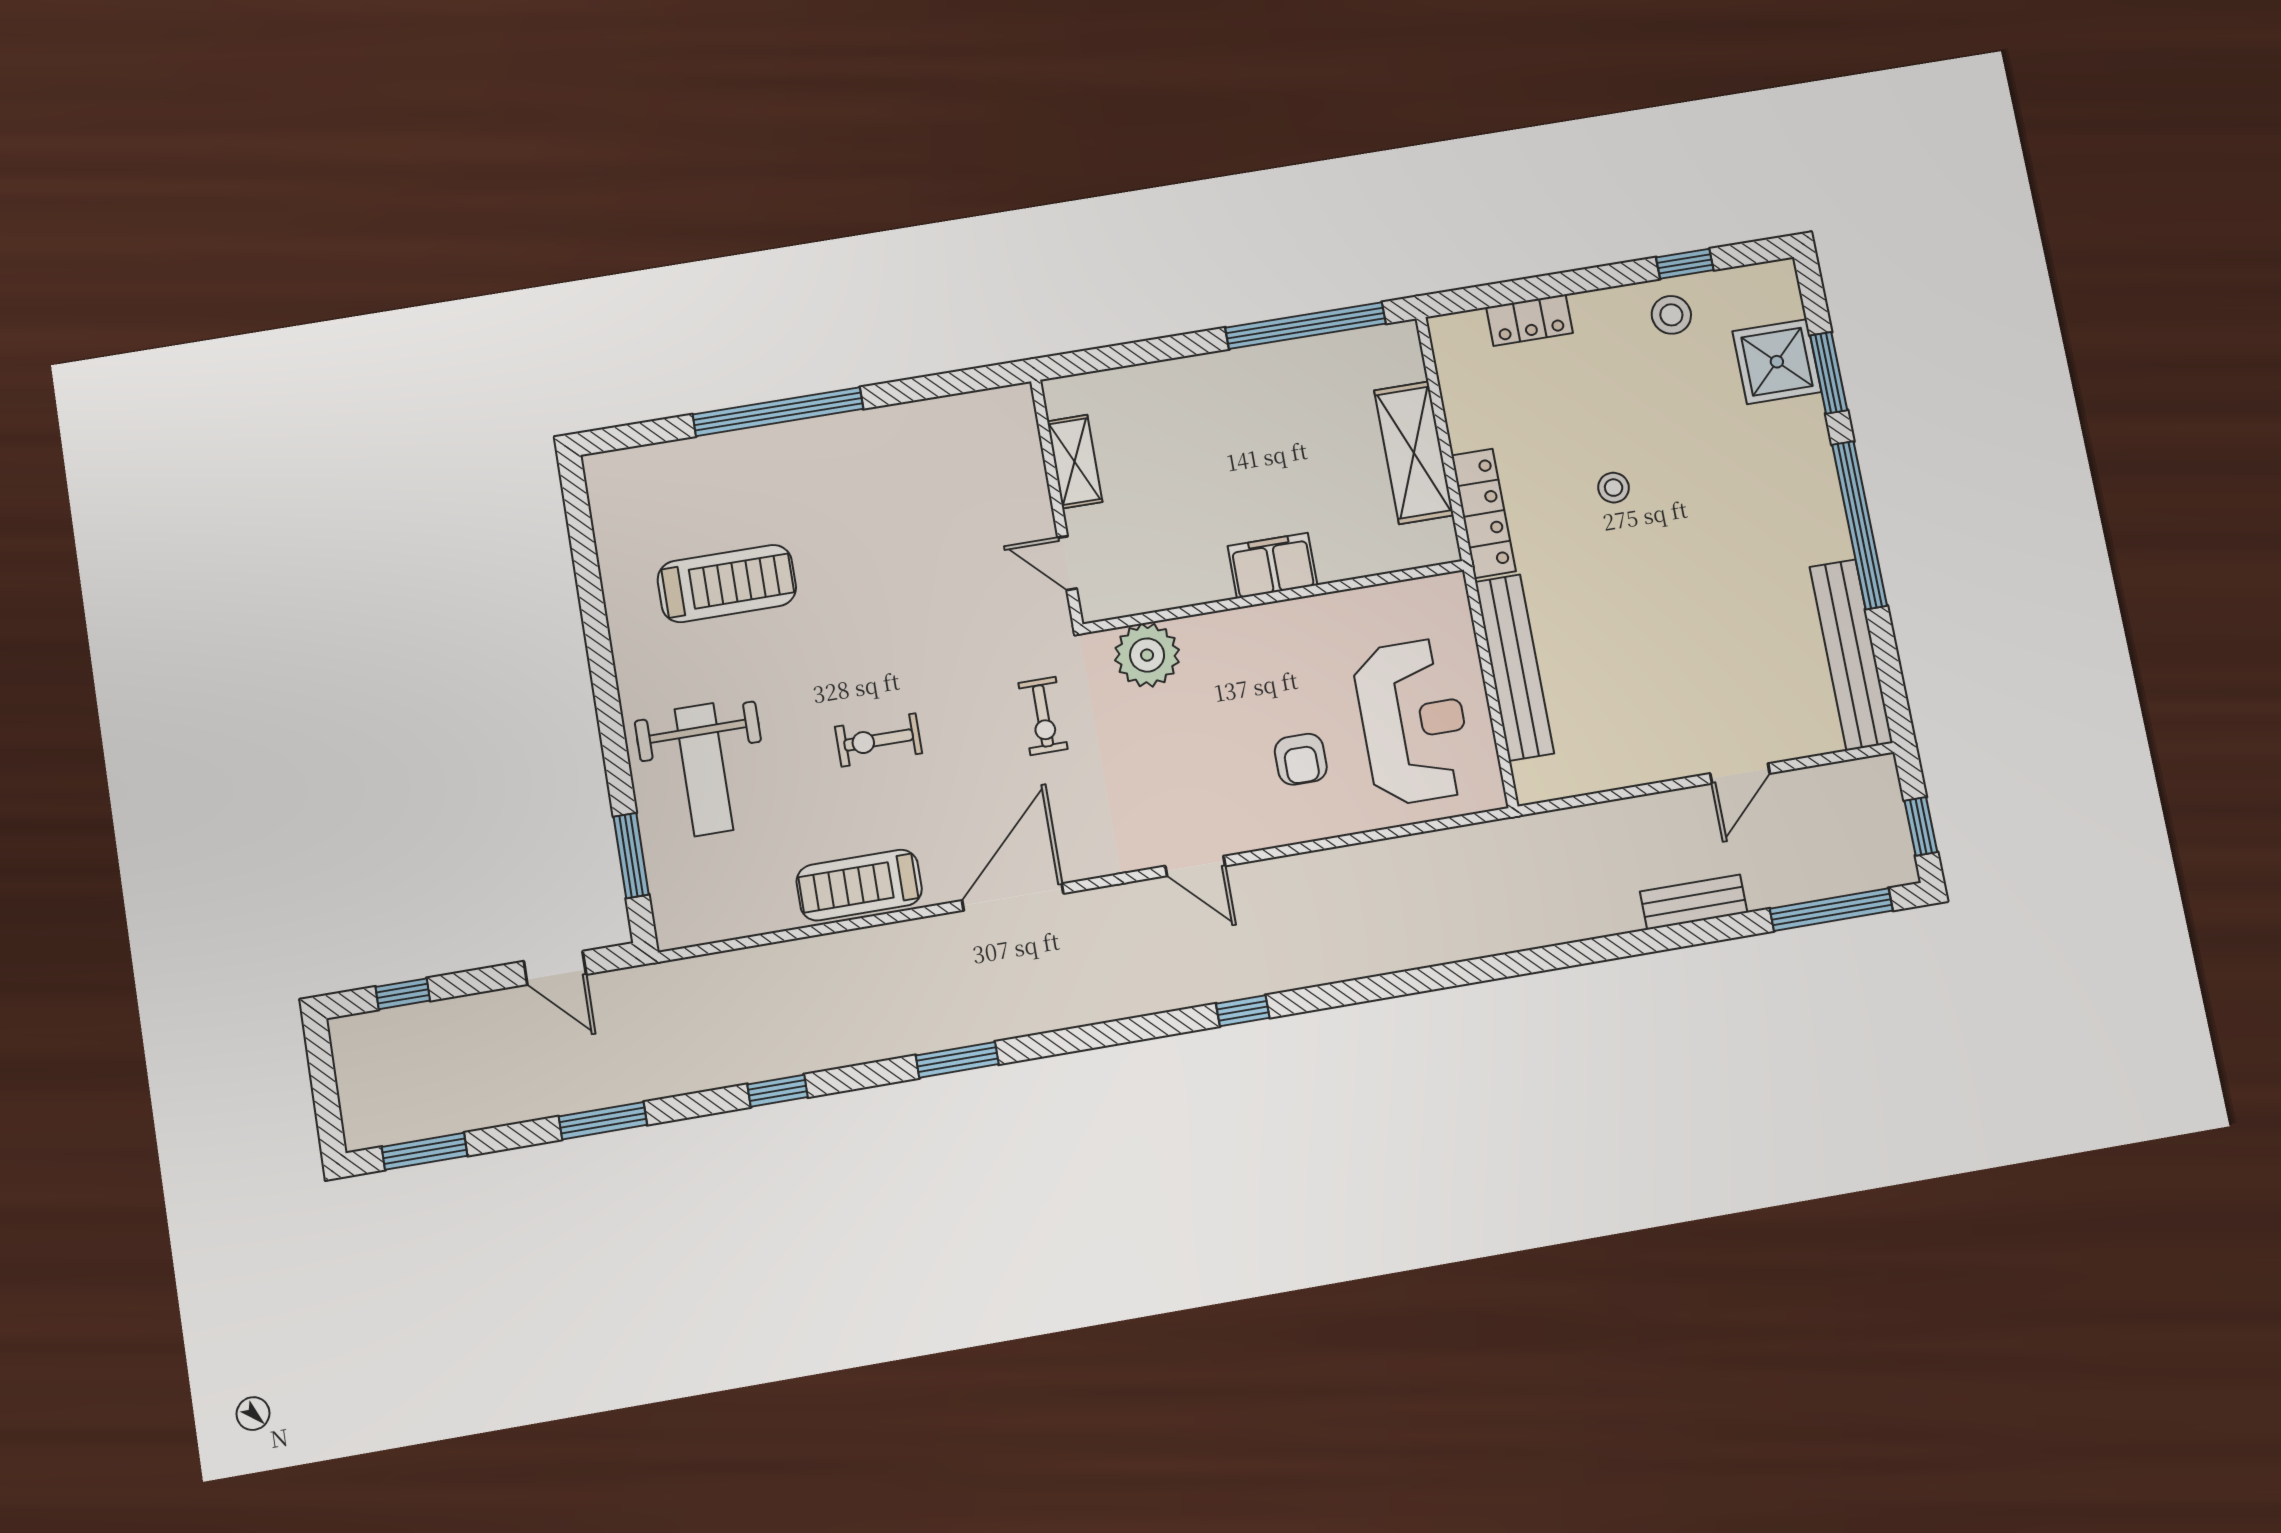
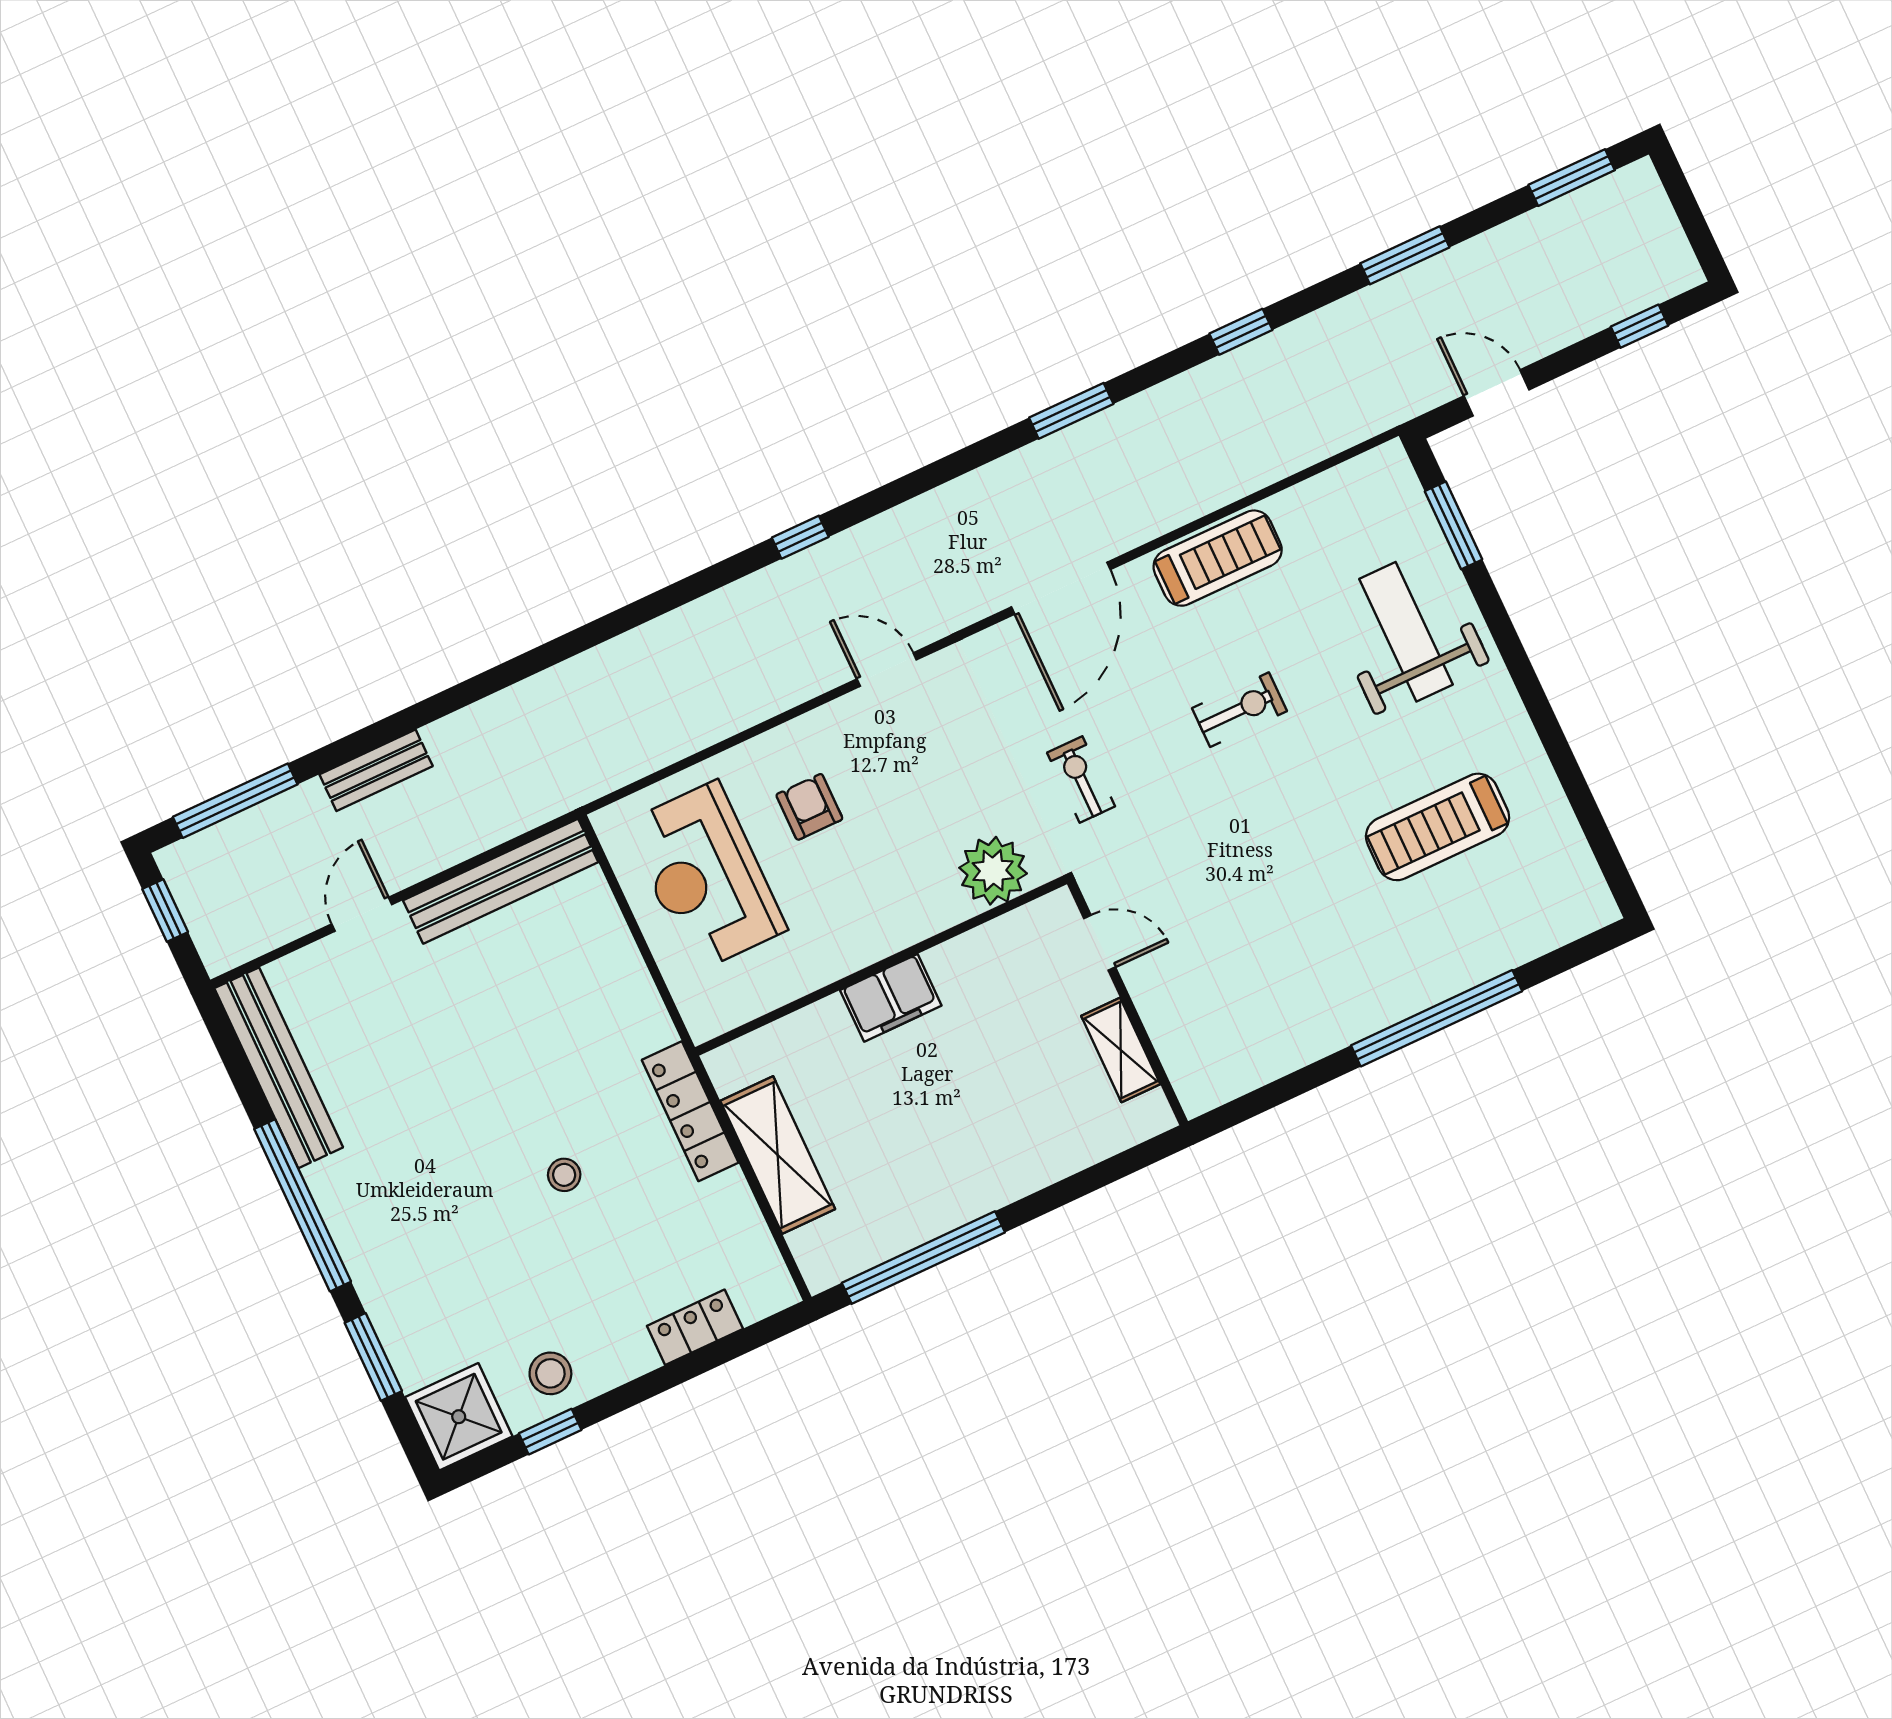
shower: (1777, 362) -> (459, 1417), moved
bench: (1514, 667) -> (501, 881), moved, turned 90

